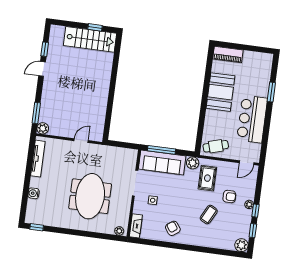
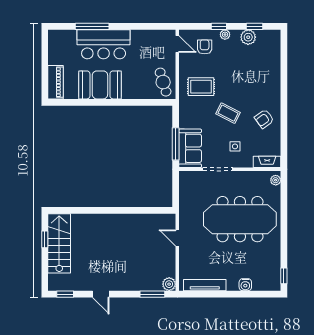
window: (45, 49) -> (65, 294), moved
window: (271, 92) -> (92, 26), width x1.44
bar counter: (252, 119) -> (104, 44), moved
sofa: (162, 162) -> (190, 148), width x0.73
plant: (193, 163) -> (186, 106), removed
meeting table: (90, 196) -> (240, 219), width x1.36
armchair: (229, 197) -> (205, 47), moved
window: (255, 211) -> (219, 26), moved
coffee table: (209, 215) -> (228, 113), moved
plant: (241, 245) -> (248, 37), moved

